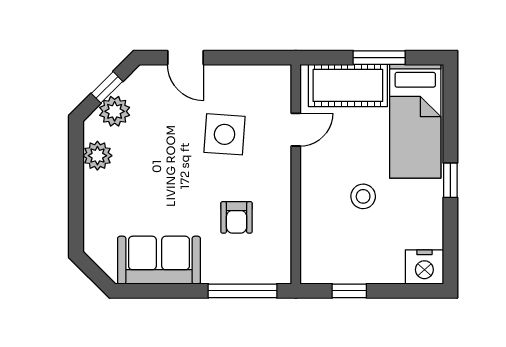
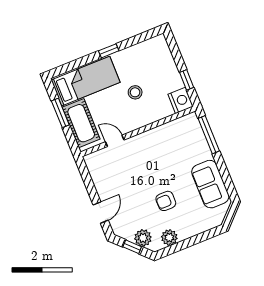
side table: (225, 134) -> (132, 177), removed
armchair: (237, 217) -> (166, 201), moved, turned 180
nightstand: (424, 267) -> (181, 100), moved

